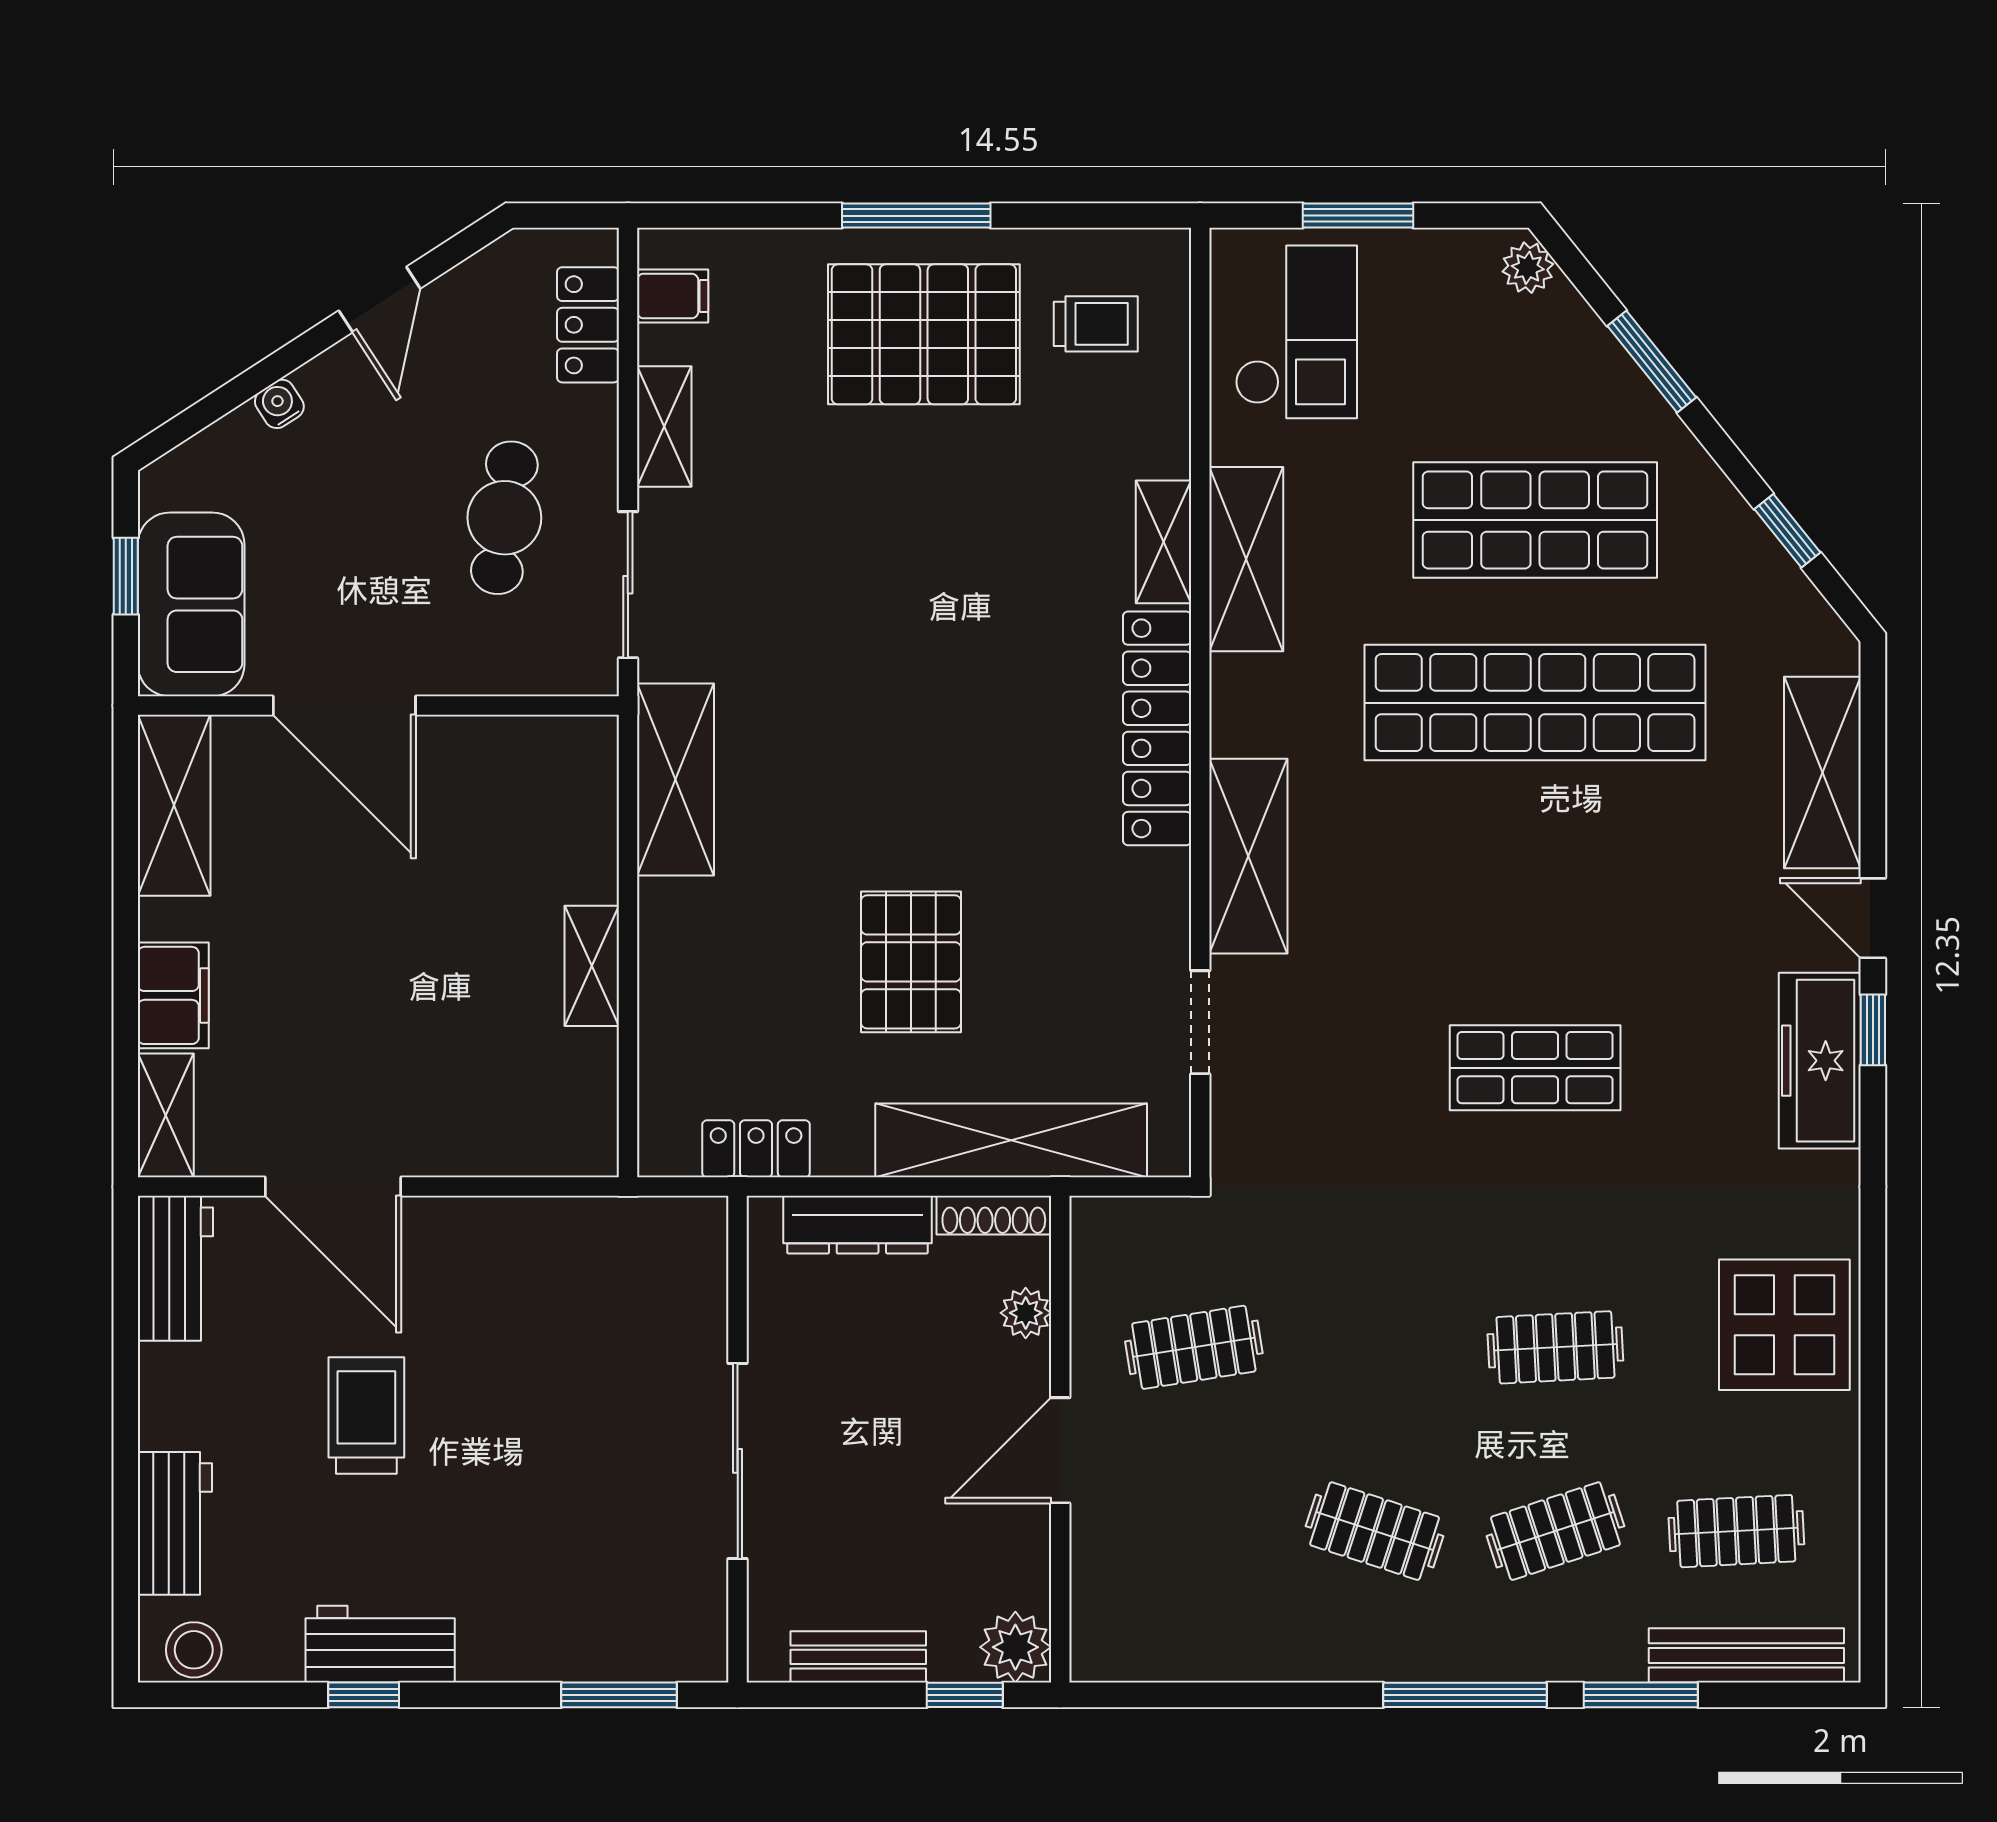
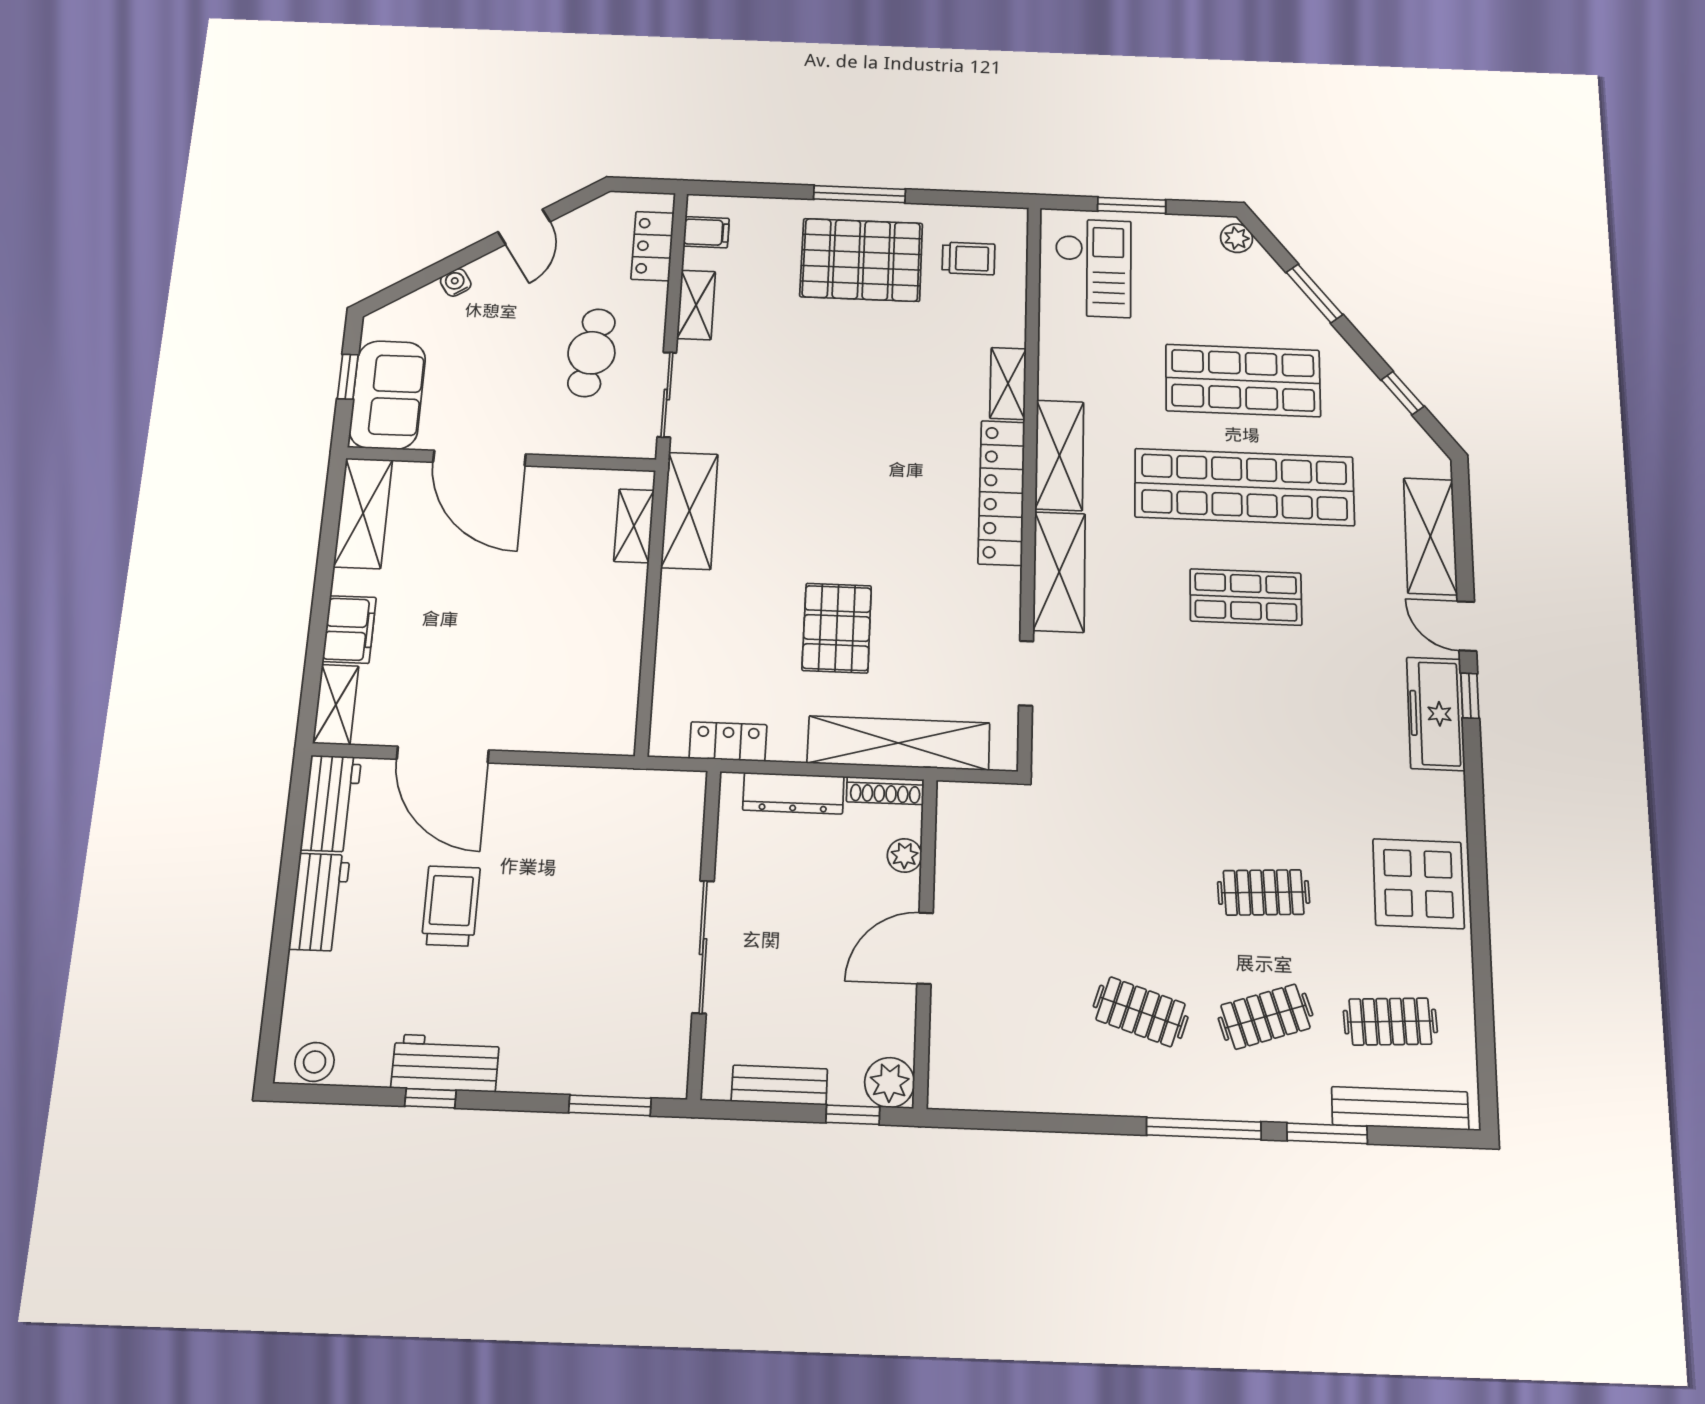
shelving: (1246, 559) -> (1059, 455), moved
shelving: (592, 966) -> (634, 526), moved
shop shelf: (1535, 1068) -> (1246, 597), moved
clothes rail: (1194, 1347) -> (1018, 883), removed
workbench: (175, 1523) -> (319, 902), moved

